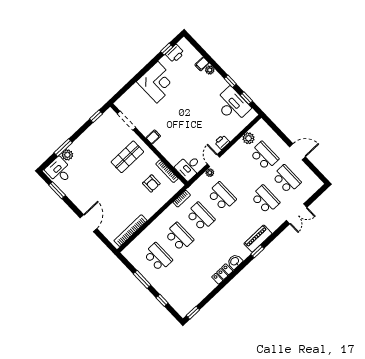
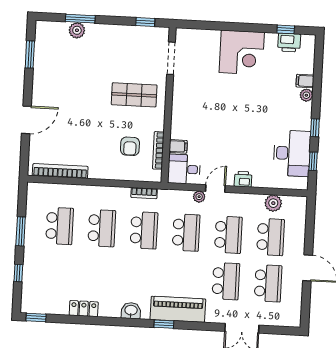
filing cabinet: (153, 137) -> (178, 146), moved
desk: (59, 171) -> (52, 37), removed
school desk: (243, 176) -> (228, 235), added
piano: (258, 239) -> (178, 309), width x1.37, depth x1.33
locker: (222, 274) -> (84, 309), moved

